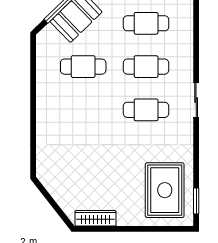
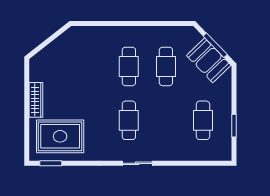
cafe table: (146, 67) -> (129, 66), moved
wardrobe: (96, 218) -> (36, 100), moved

